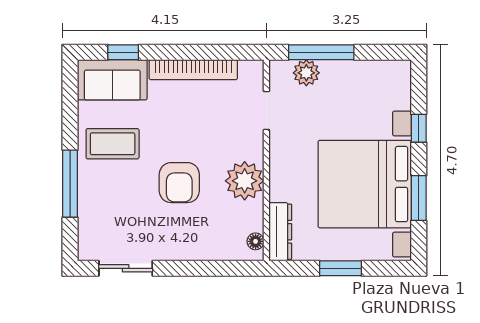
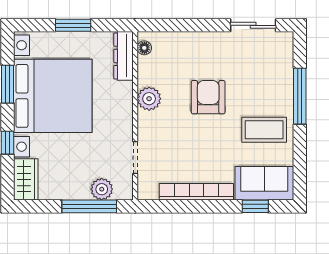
wardrobe: (397, 84) -> (26, 179), added
plant: (245, 181) -> (149, 99), width x0.73, depth x0.73

